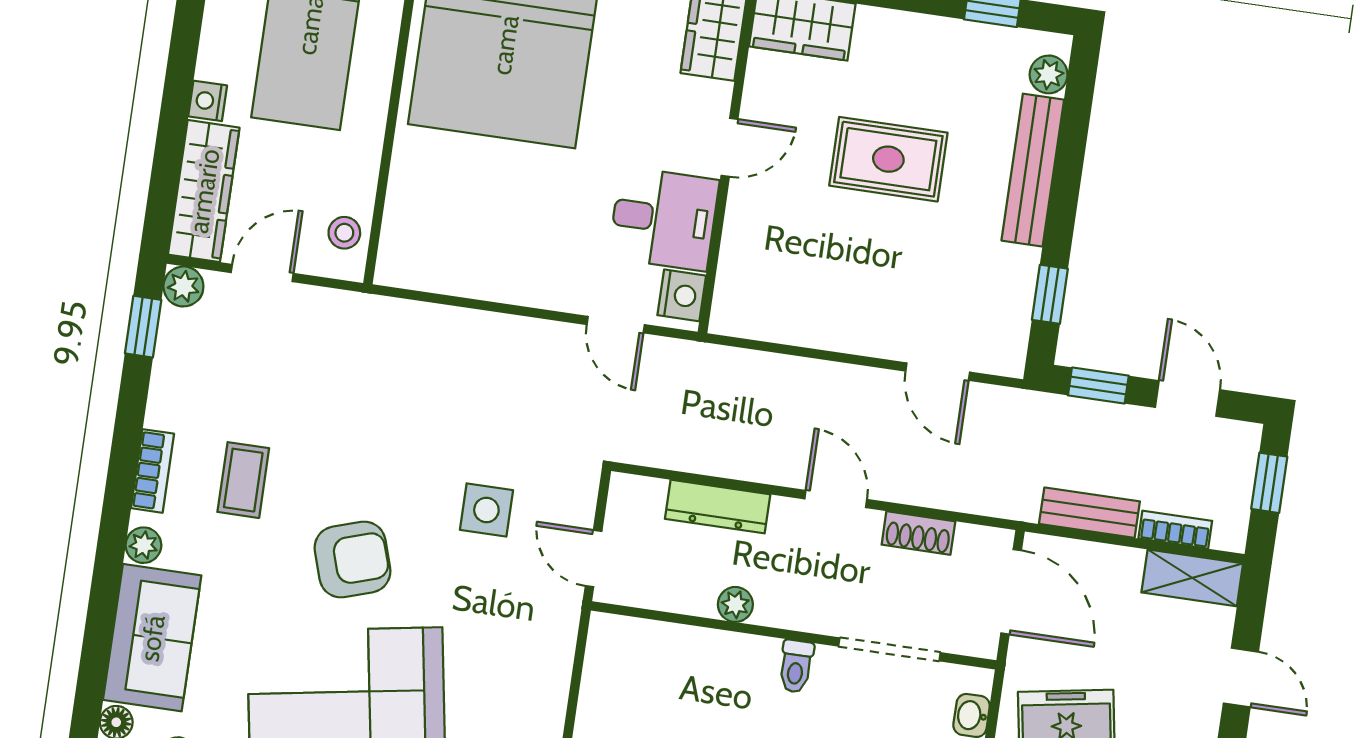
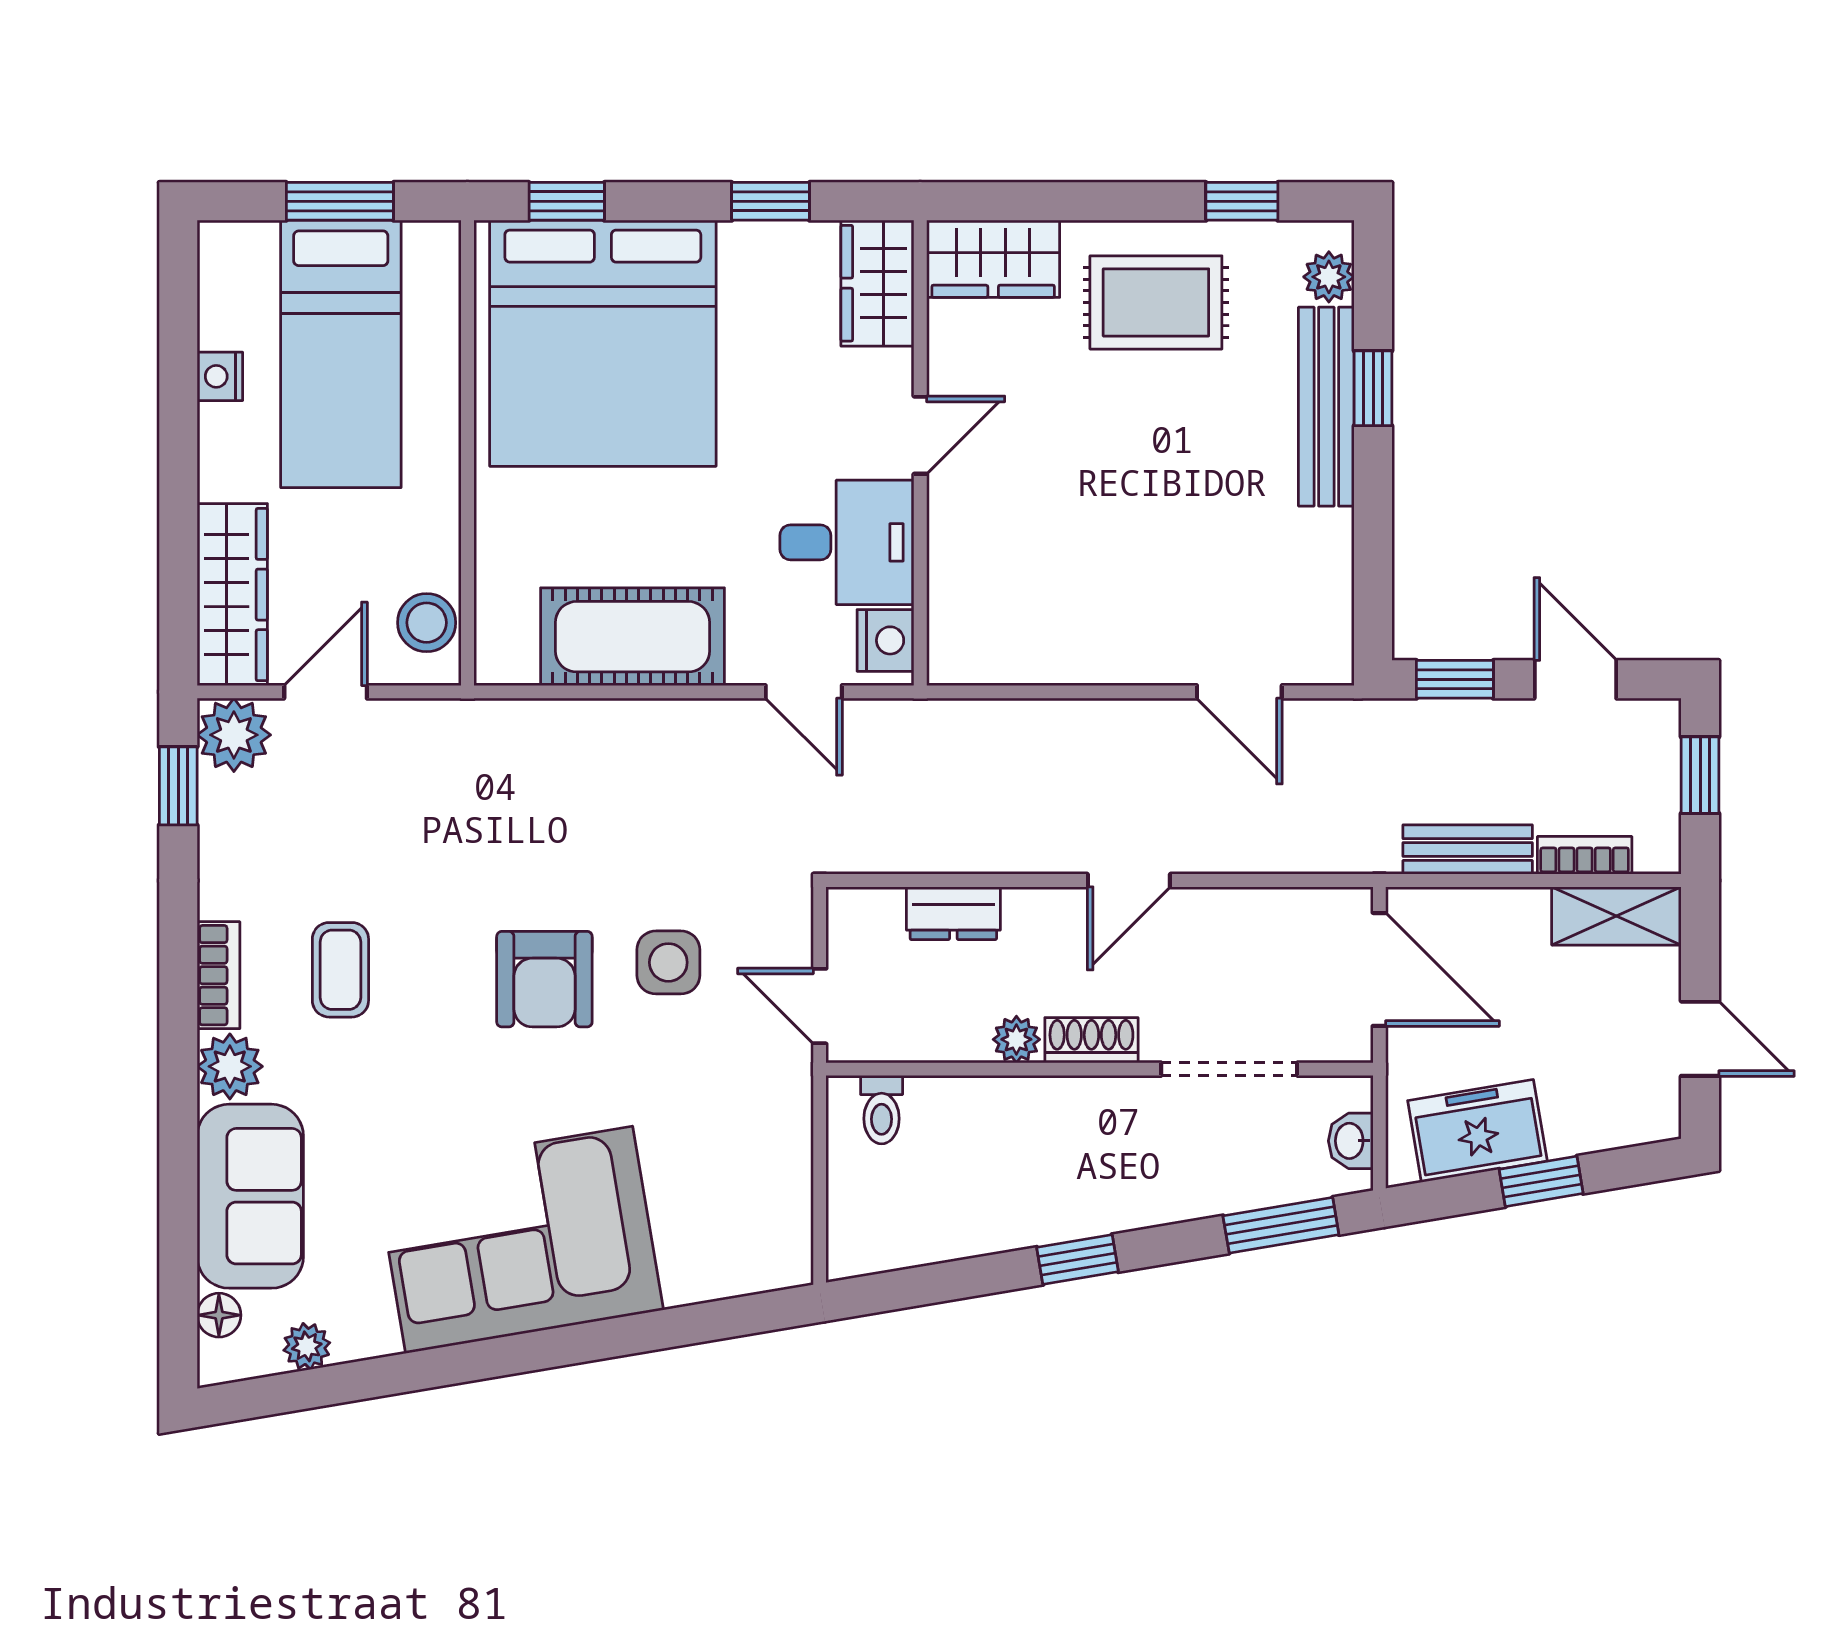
nightstand: (208, 101) -> (220, 376), moved
rug: (888, 159) -> (1156, 302), moved
stool: (344, 233) -> (427, 623), width x1.37, depth x1.37
cot: (495, 265) -> (632, 637), added
plant: (183, 286) -> (234, 735), width x1.38, depth x1.38
window: (1050, 294) -> (1373, 388), moved
door: (836, 499) -> (1129, 881), swing flipped
dresser: (718, 507) -> (953, 913), width x0.70
shoe rack: (918, 533) -> (1091, 1040), moved, turned 180
plant: (143, 545) -> (230, 1066), width x1.38, depth x1.38
armchair: (352, 560) -> (544, 979), moved, turned 108
toilet: (796, 666) -> (882, 1110), moved

